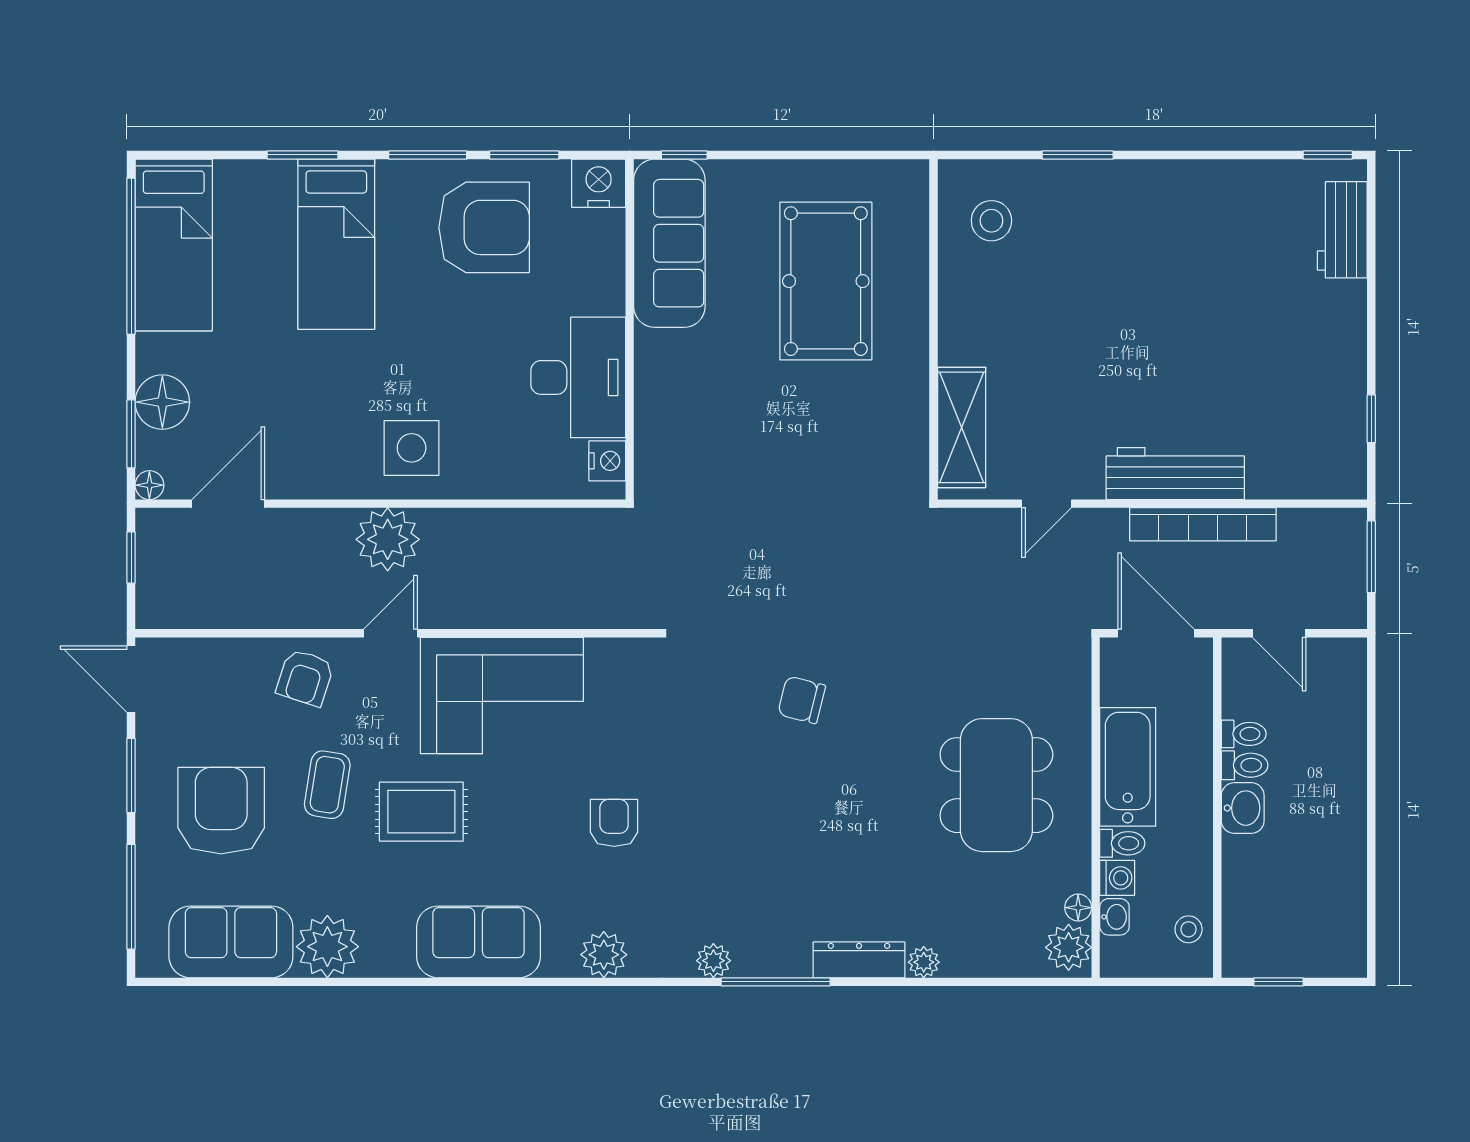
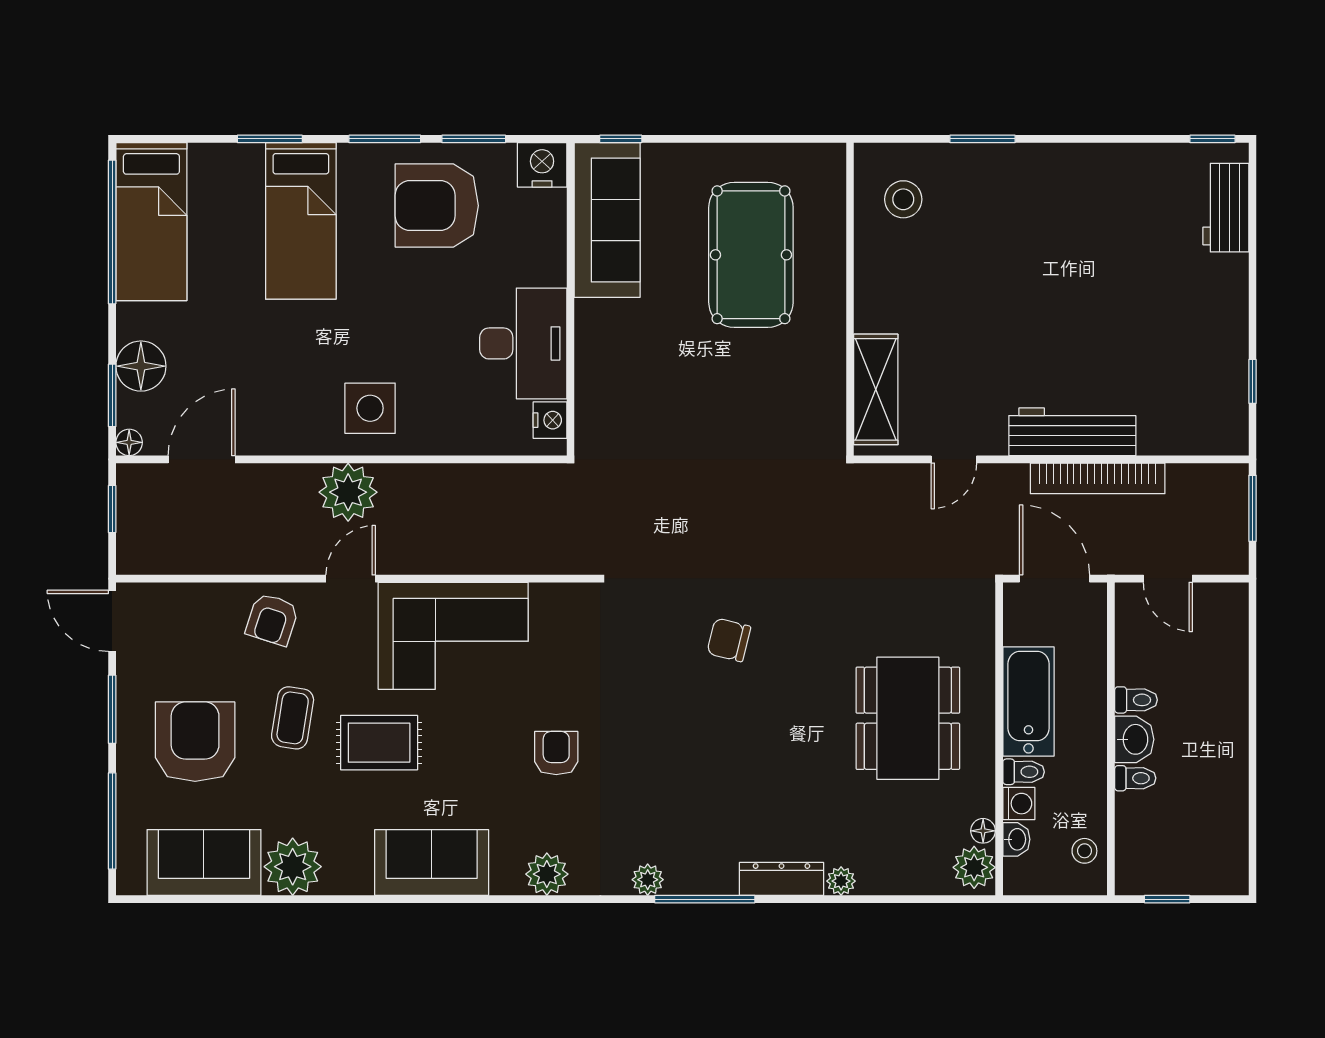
armchair: (484, 227) -> (437, 206), turned 180
toilet: (1244, 734) -> (1135, 778), moved

